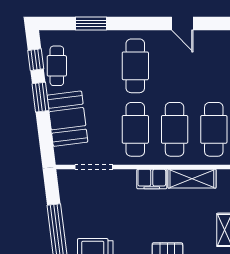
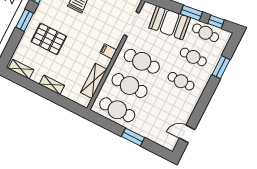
door: (182, 23) -> (187, 134), moved
cafe table: (96, 66) -> (193, 57), added
cafe table: (135, 66) -> (181, 81), width x0.73, depth x0.74
filing cabinet: (152, 179) -> (108, 51), width x0.50

